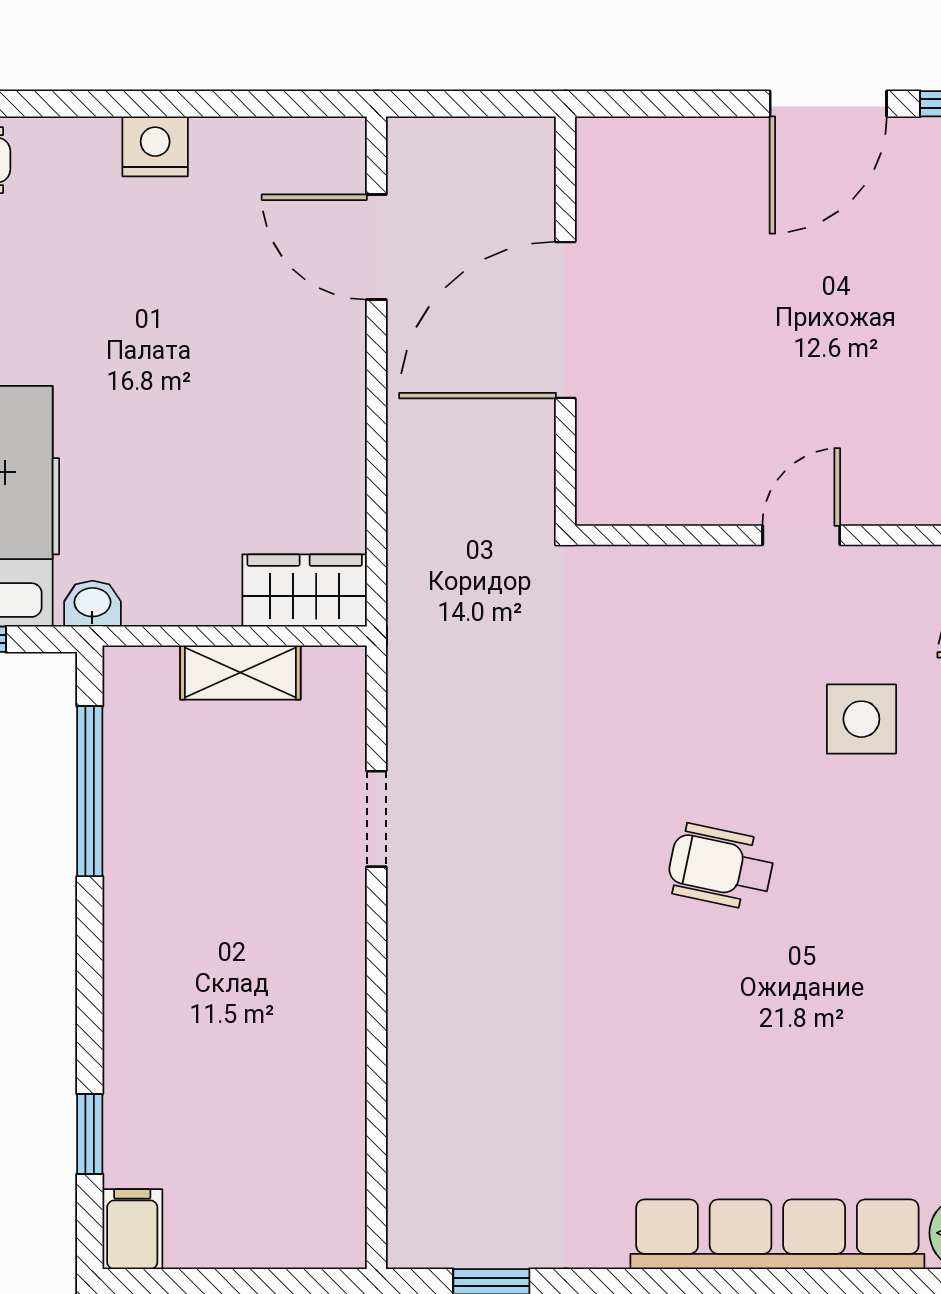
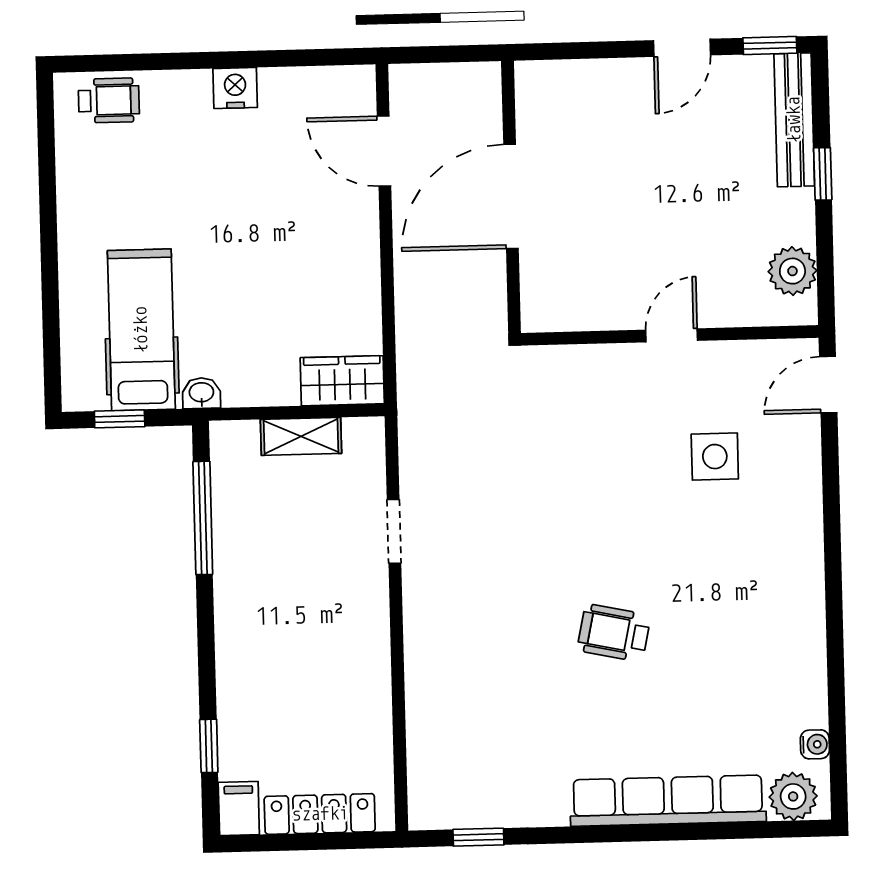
door: (828, 104) -> (682, 48), width x0.73
wheelchair: (721, 867) -> (614, 633), moved
locker: (254, 1241) -> (320, 814), added

